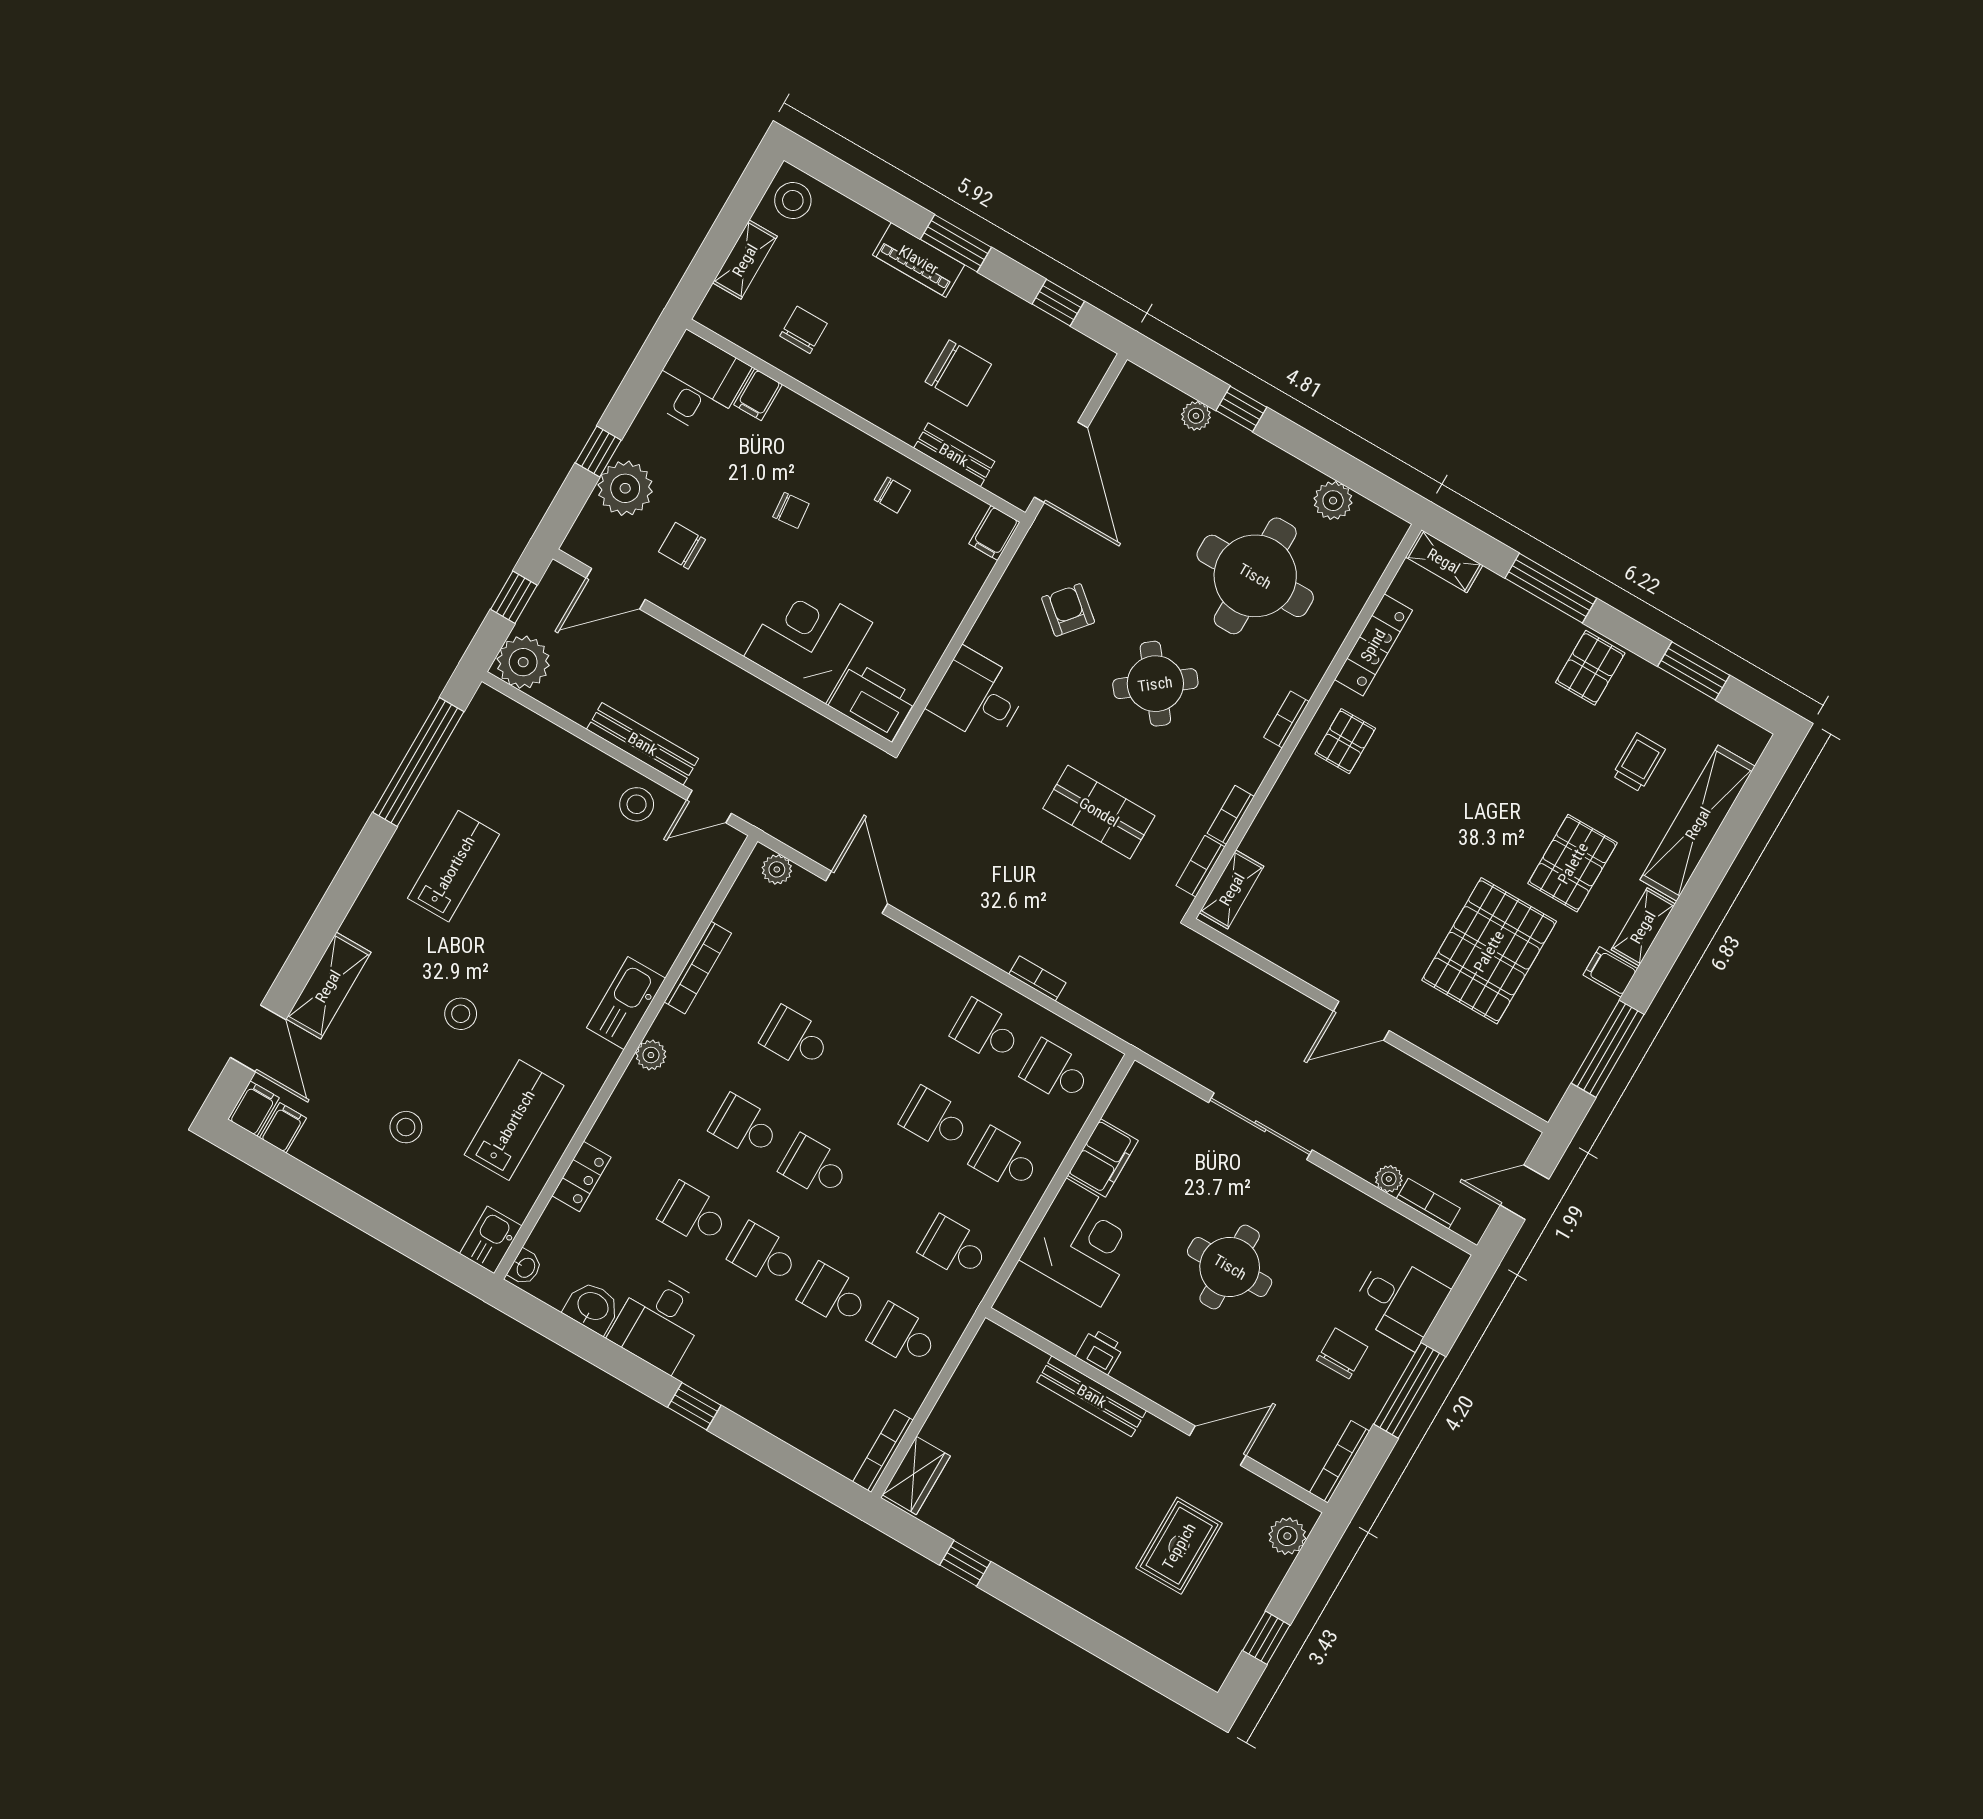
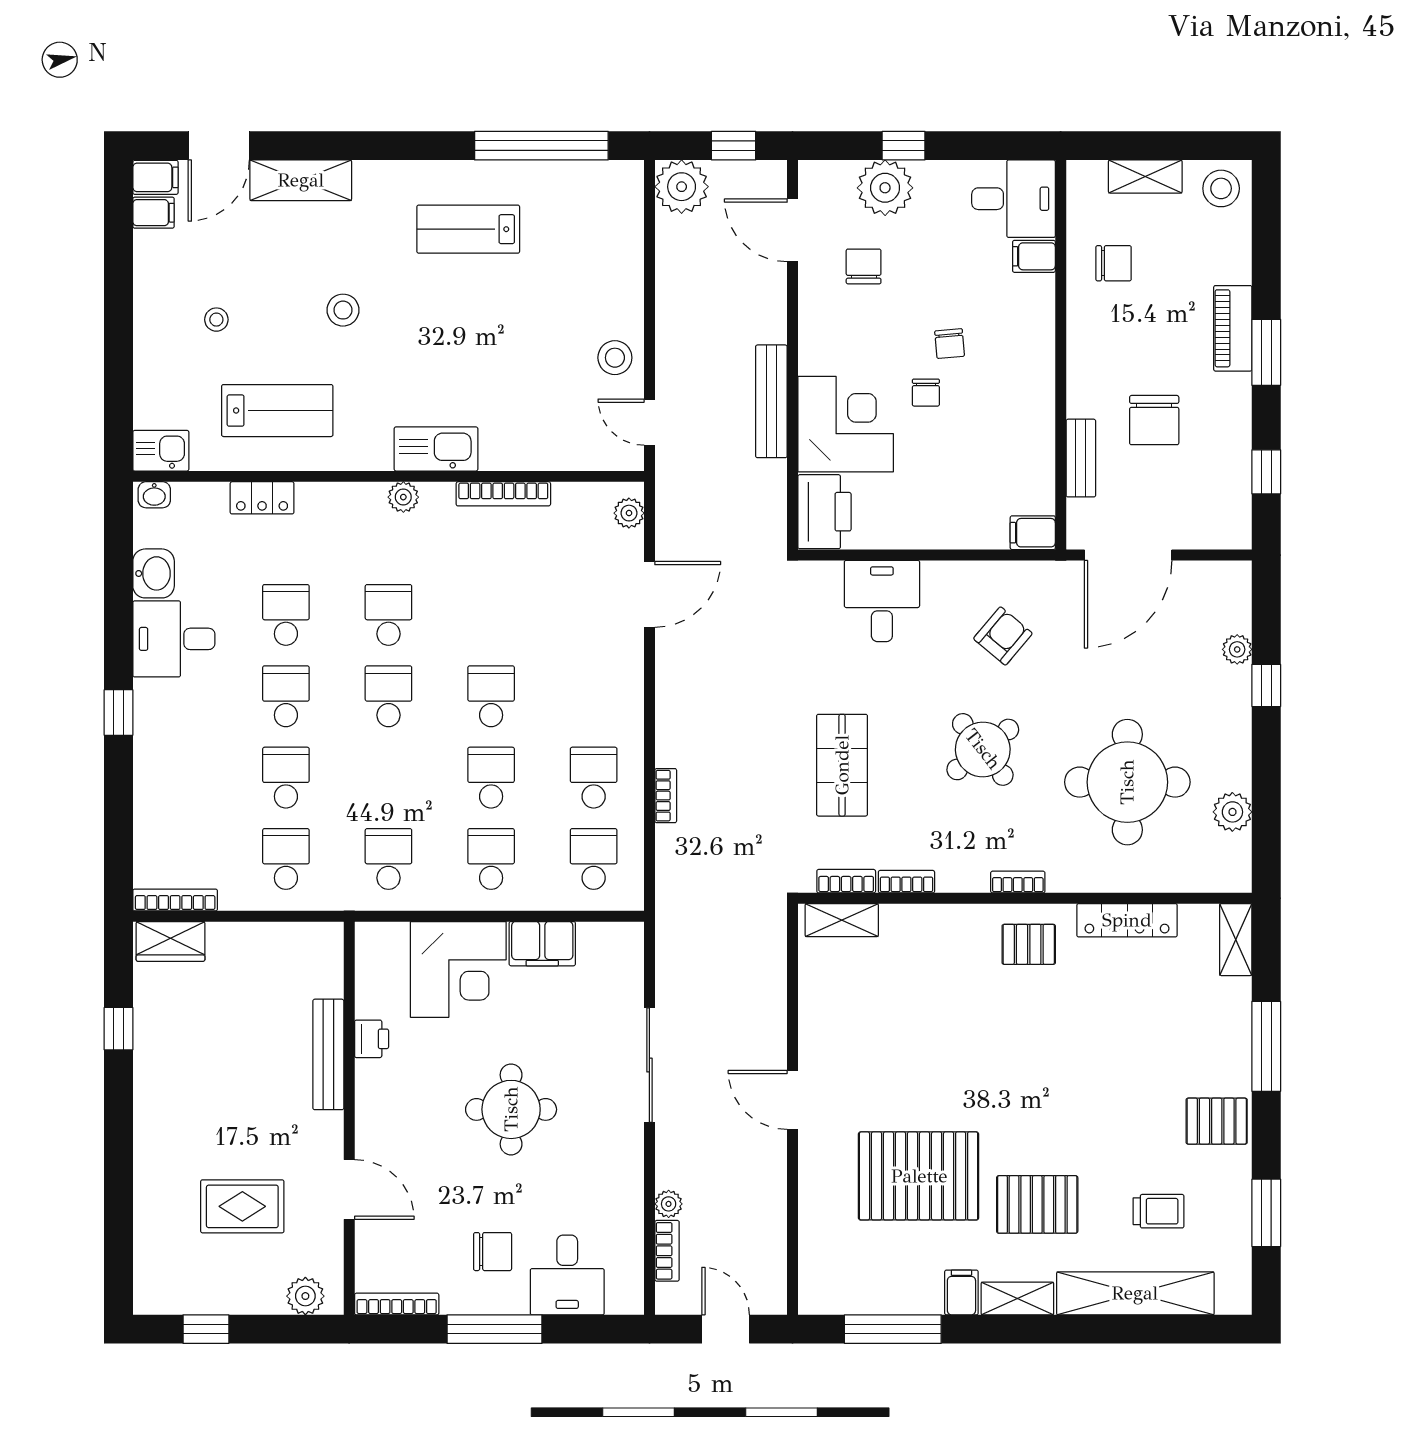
chair: (892, 495) -> (926, 393), moved
bench: (643, 744) -> (771, 401), moved
lab bench: (454, 866) -> (468, 229), turned 180
school desk: (796, 1038) -> (491, 696), moved
stool: (406, 1127) -> (216, 320), width x0.73, depth x0.73

